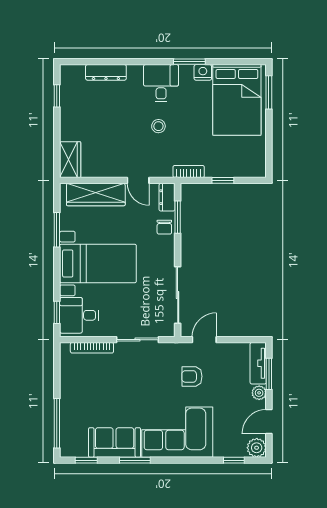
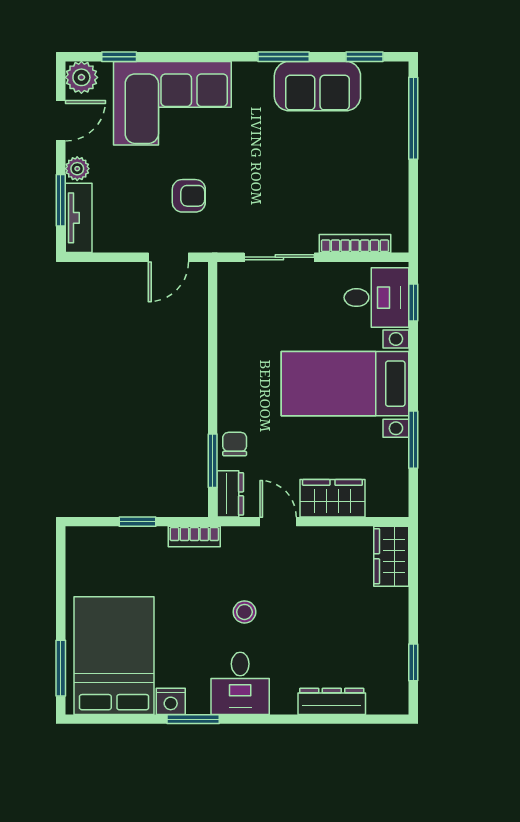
wardrobe: (96, 195) -> (332, 498), width x0.67
sliding door: (178, 295) -> (213, 331), removed
corner sofa: (177, 432) -> (172, 103), moved

